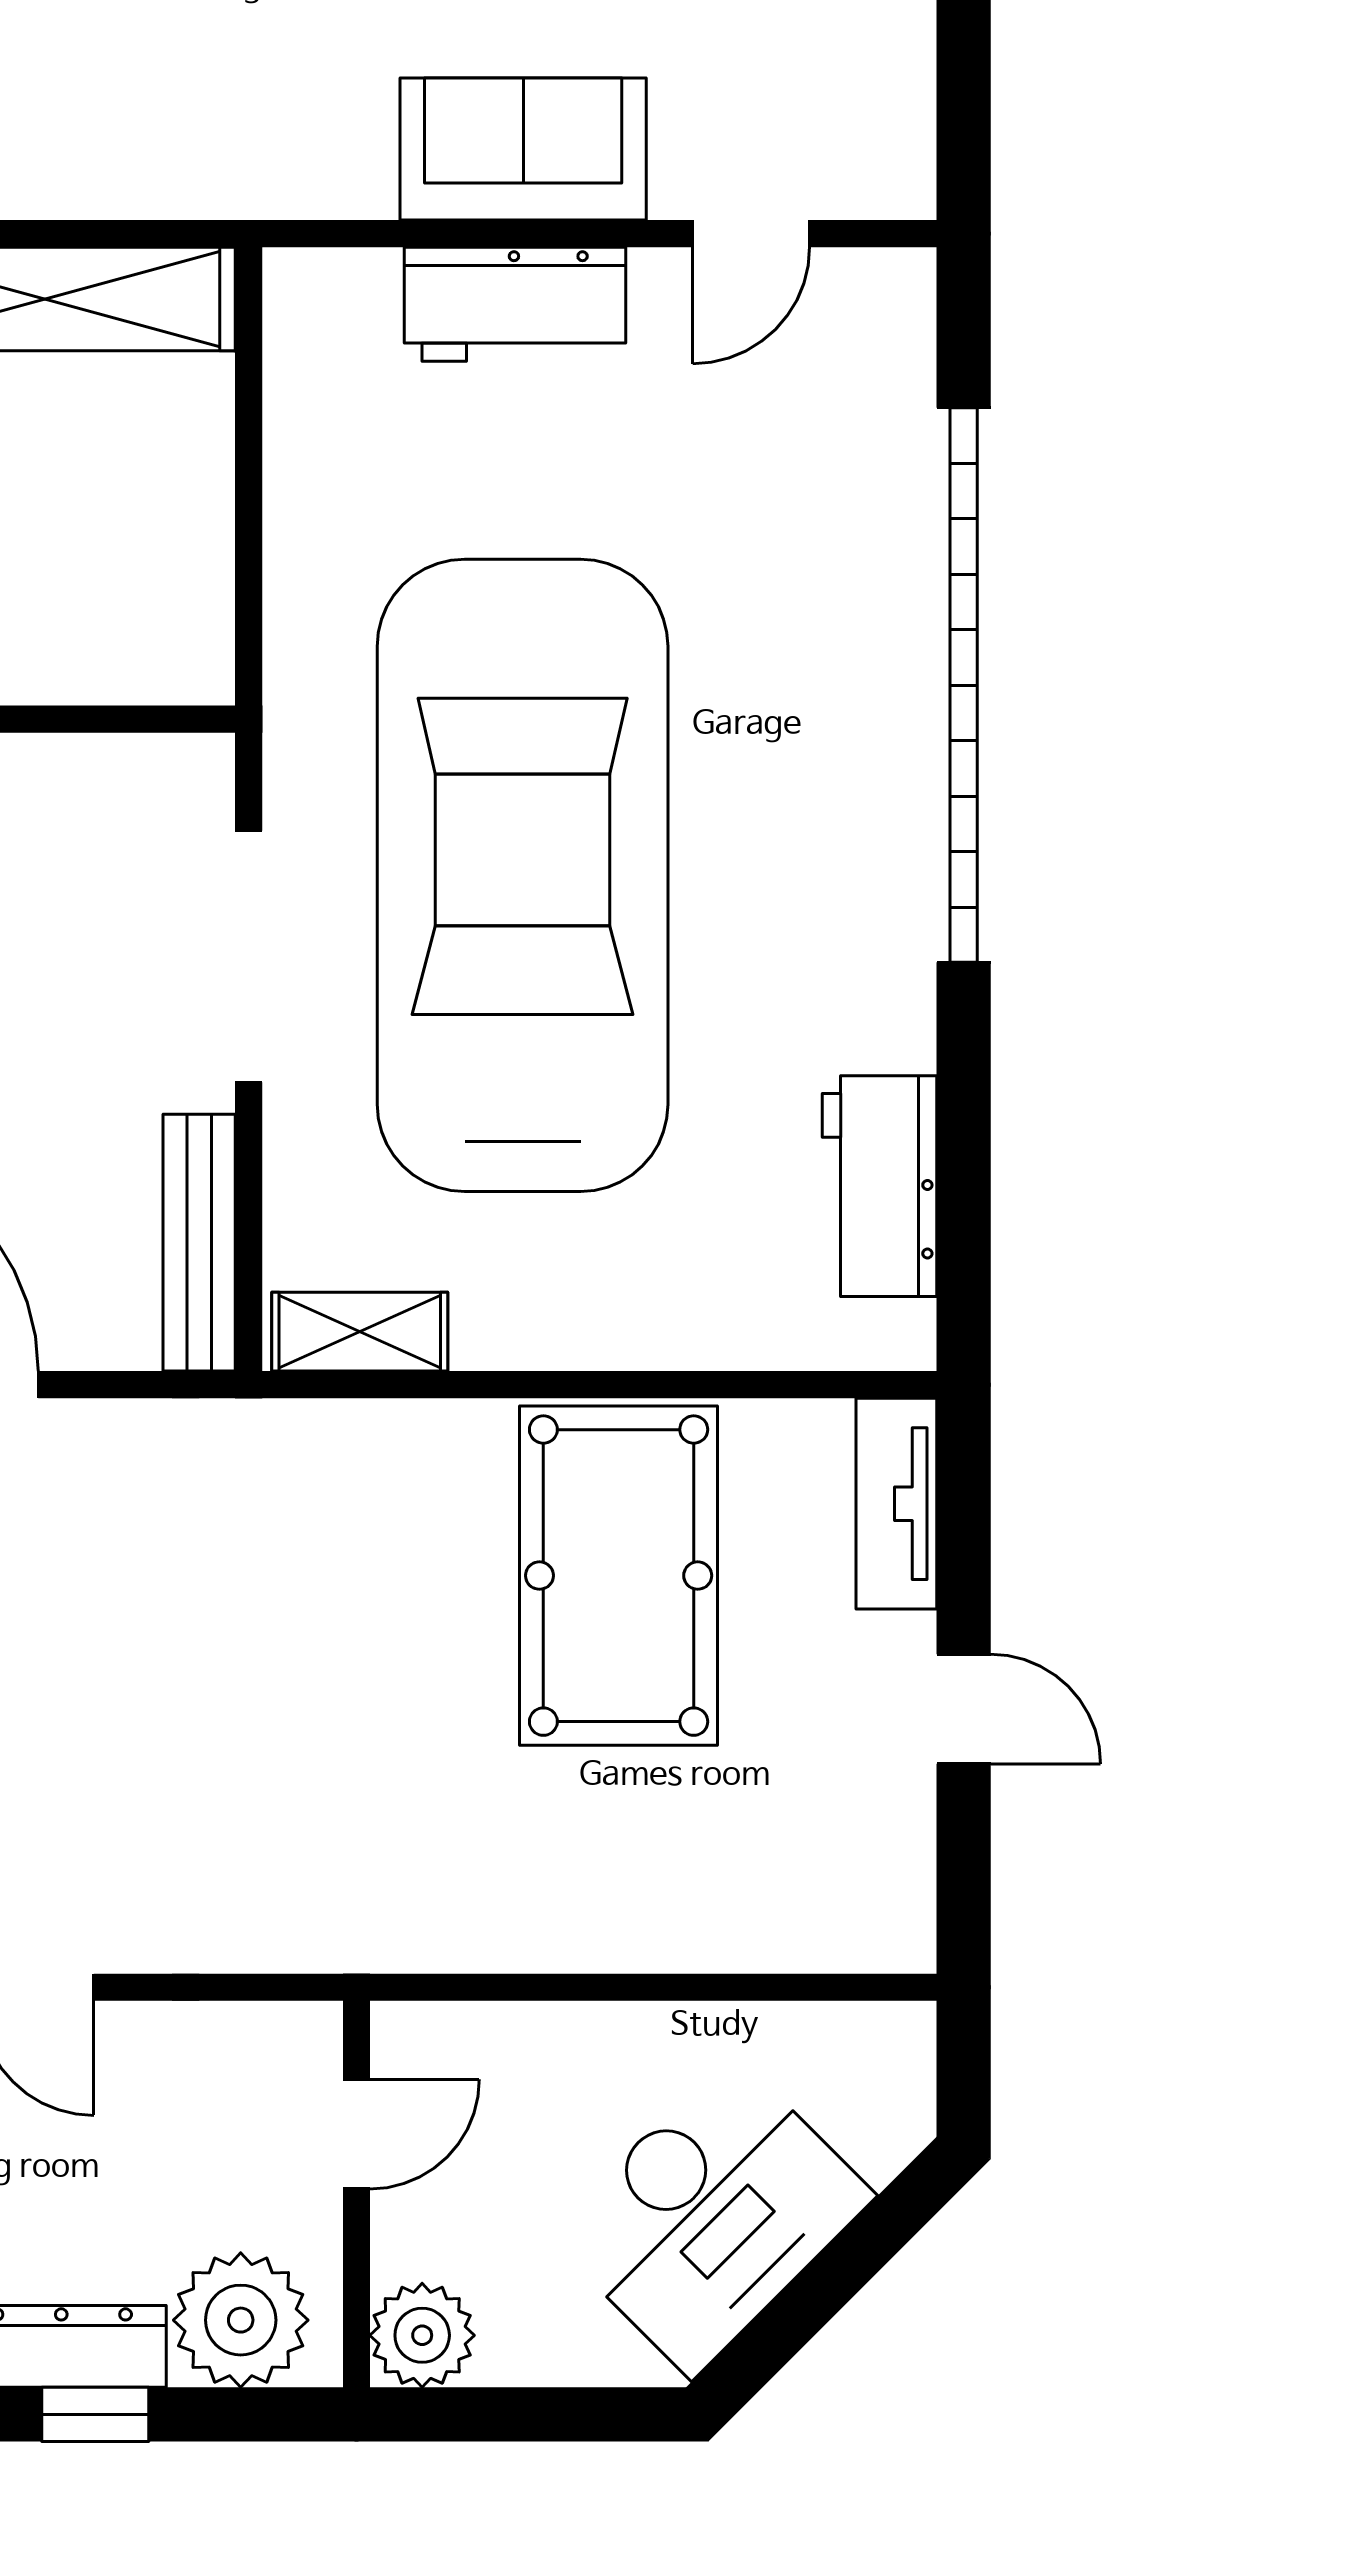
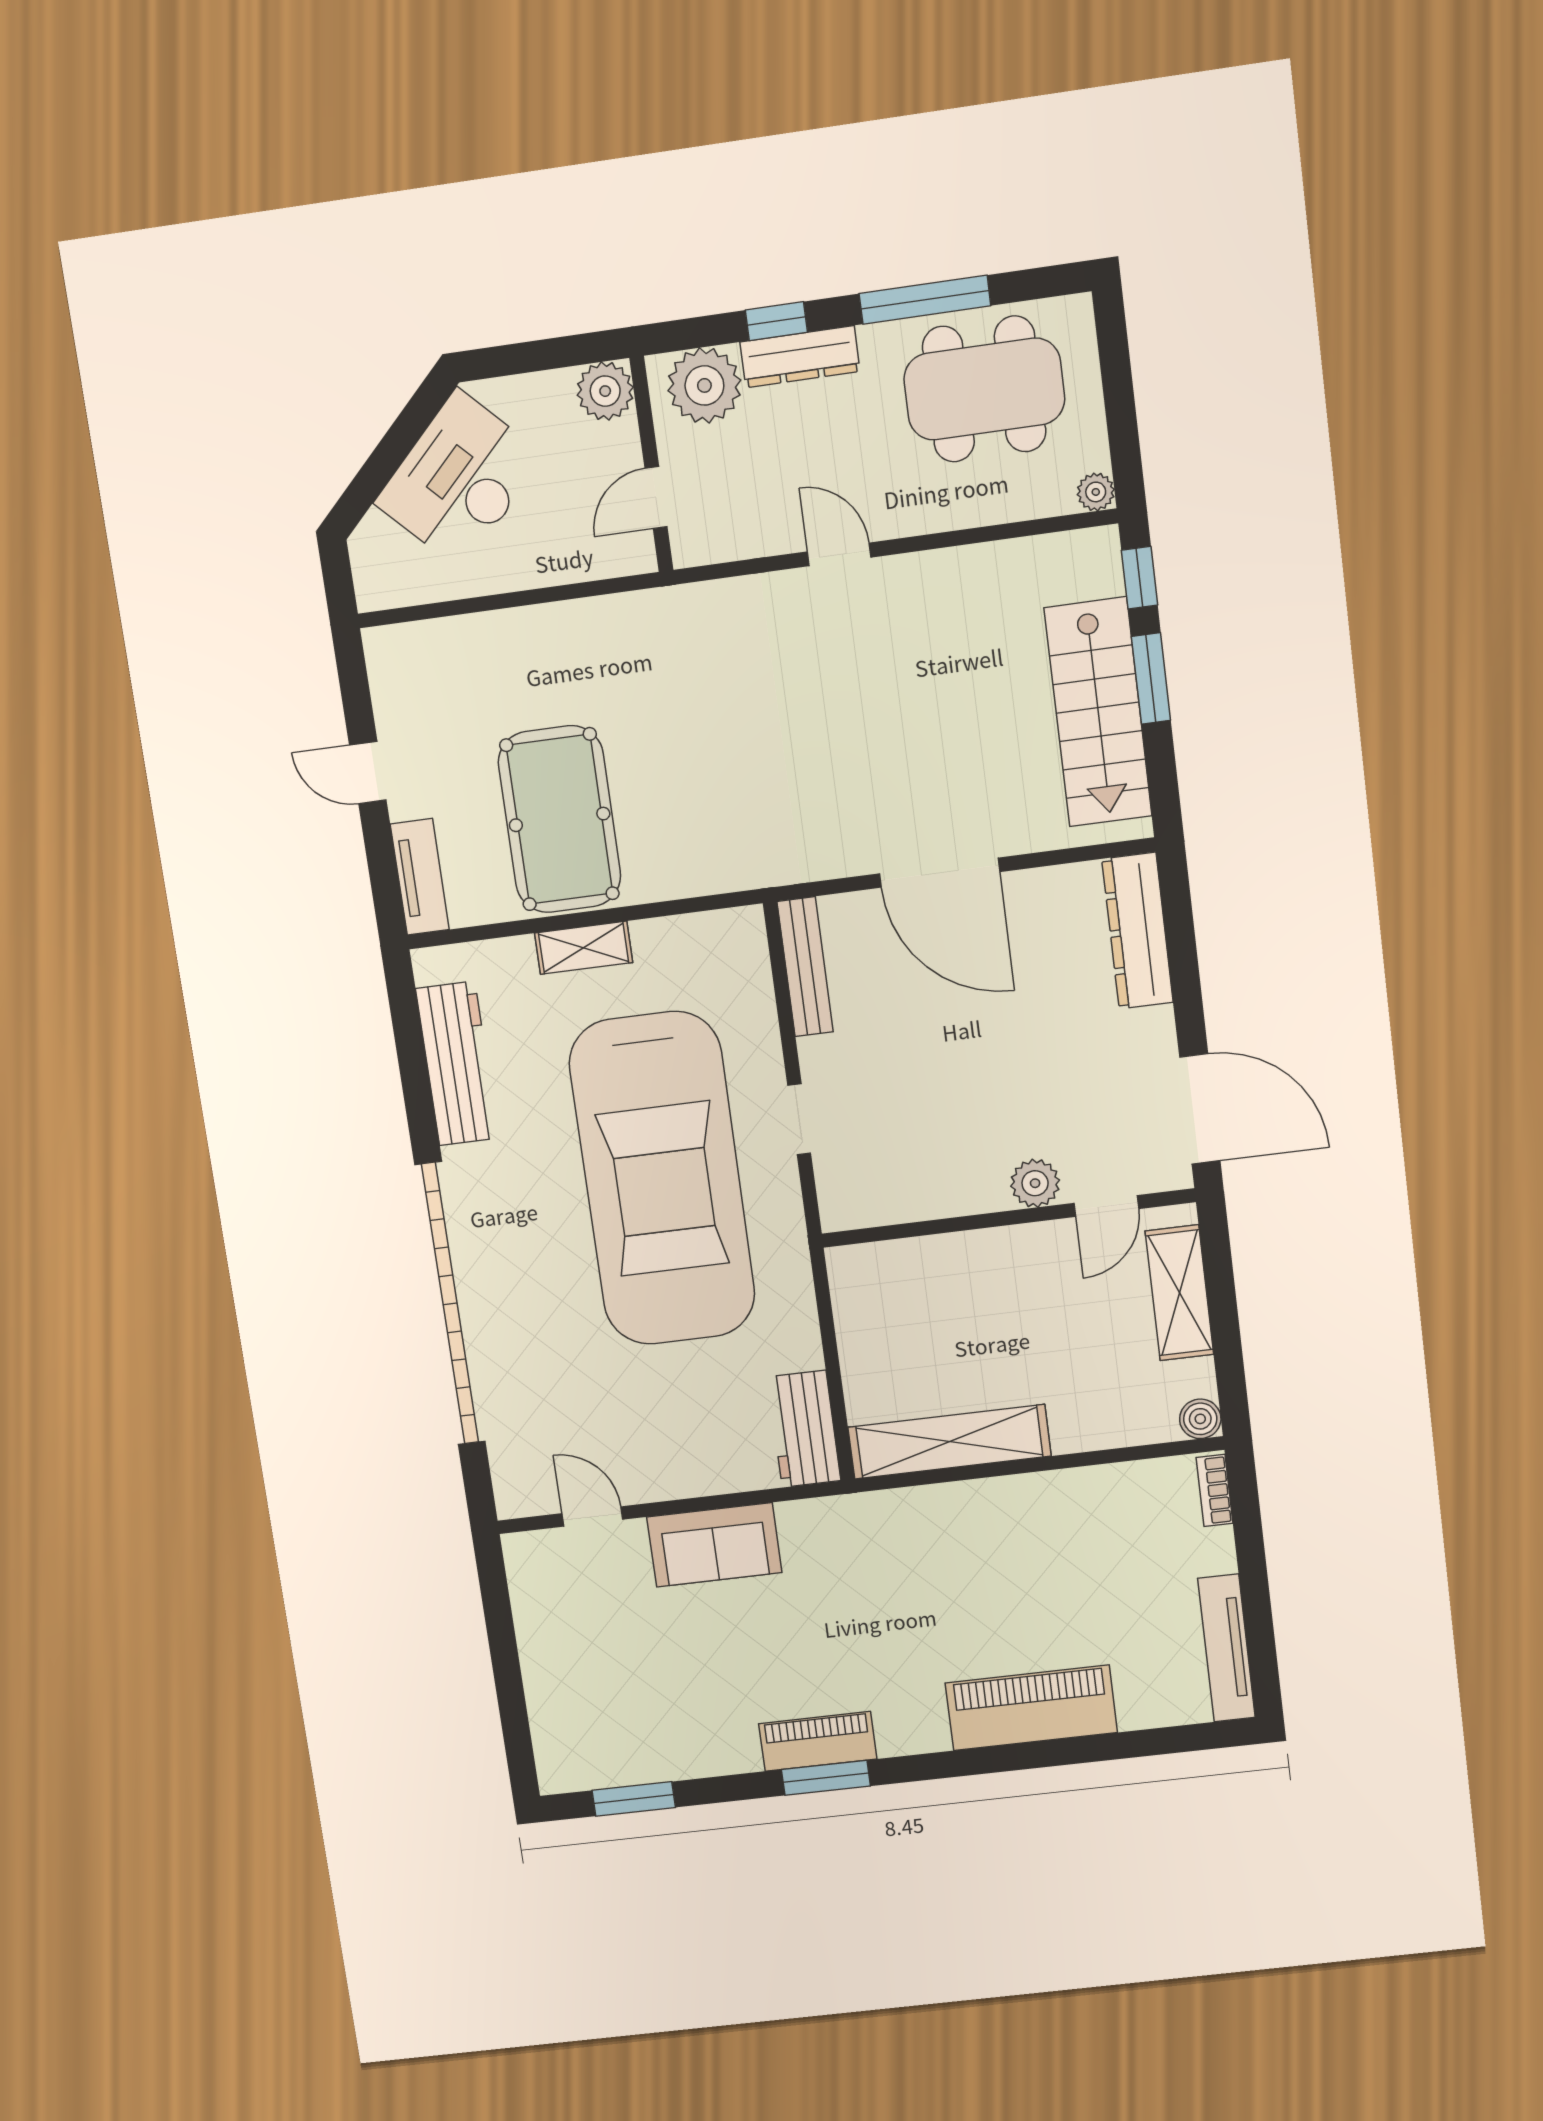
door: (751, 234) -> (592, 1516), hinge flipped
workbench: (515, 304) -> (804, 1429), moved, turned -90
doorway: (249, 957) -> (799, 1119), width x0.53
workbench: (879, 1186) -> (457, 1063), width x1.38
shelving: (360, 1332) -> (584, 948), moved

